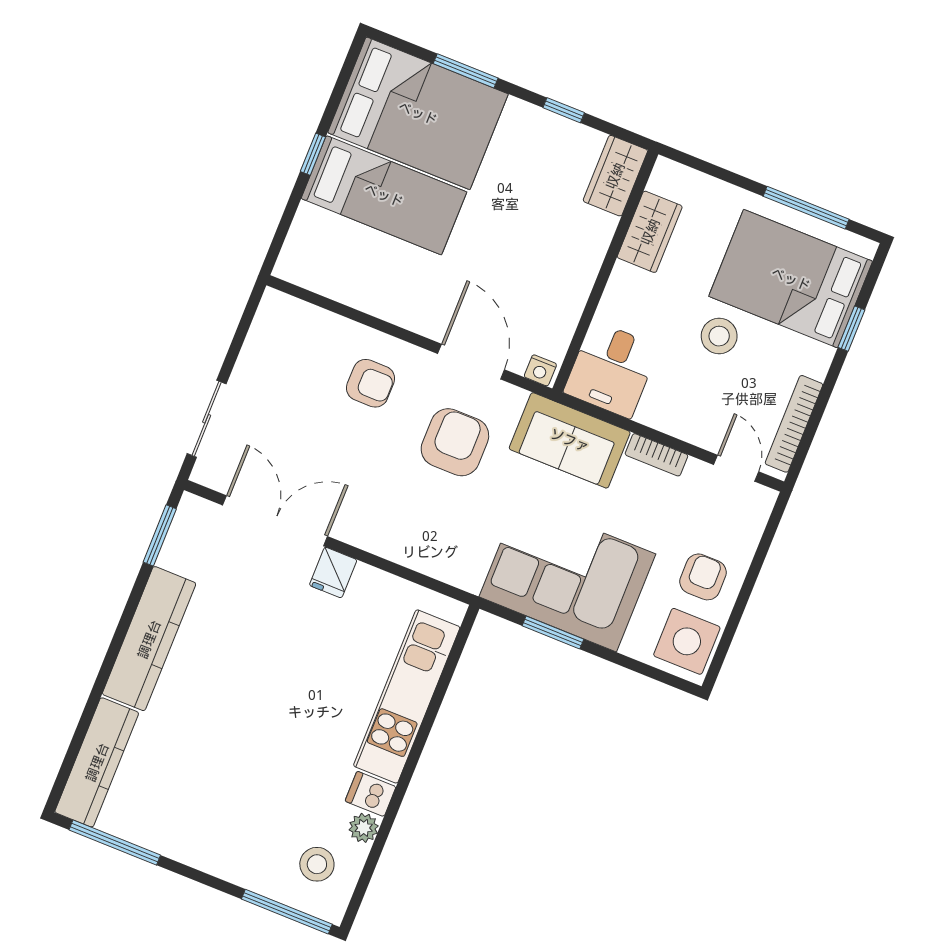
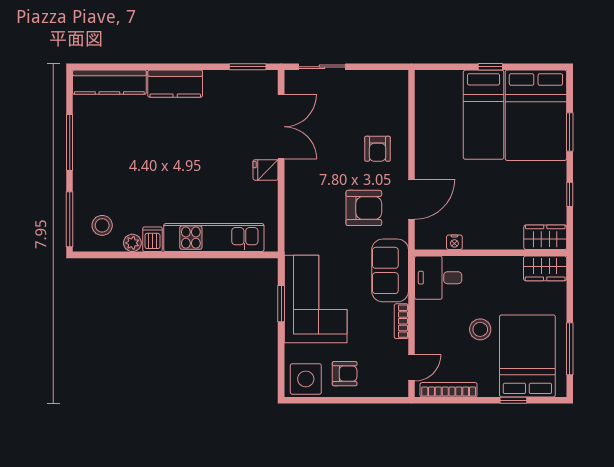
wardrobe: (650, 232) -> (545, 268), moved
nightstand: (540, 370) -> (454, 242), moved, turned -90
kitchen counter: (149, 639) -> (175, 84), width x0.67
window: (115, 842) -> (70, 142), moved

